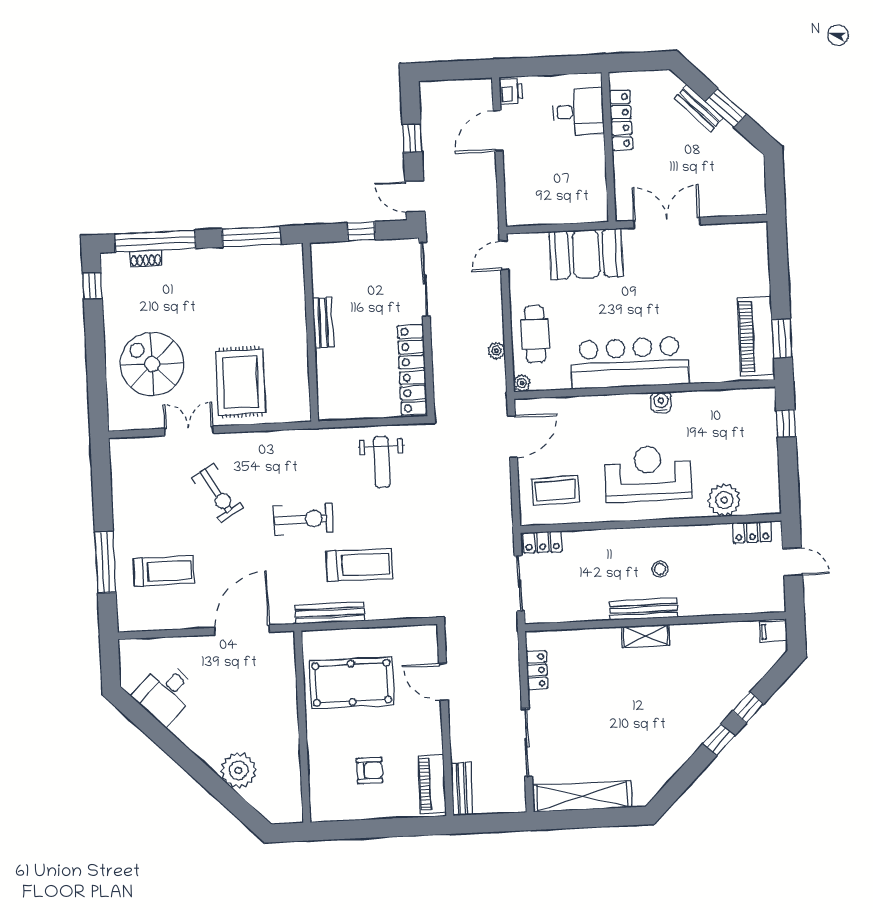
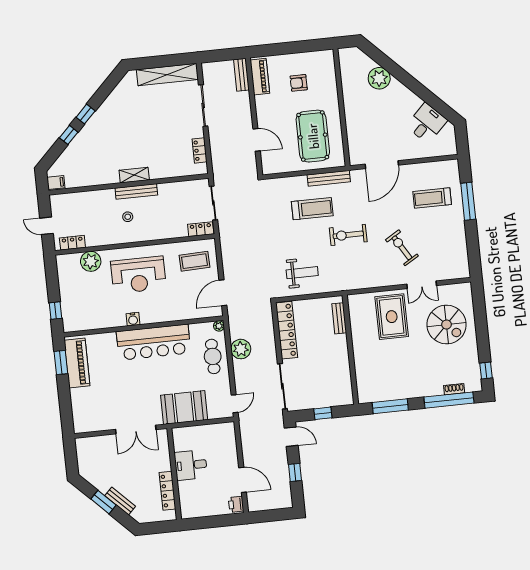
desk: (578, 112) -> (191, 465), moved
door: (498, 131) -> (243, 480), hinge flipped
bench: (323, 323) -> (339, 318), moved
plant: (496, 351) -> (241, 349), width x1.87, depth x1.87
weight bench: (382, 462) -> (302, 273), turned 90
treadmill: (359, 565) -> (312, 209), turned 180
pool table: (352, 683) -> (313, 136), turned 90

